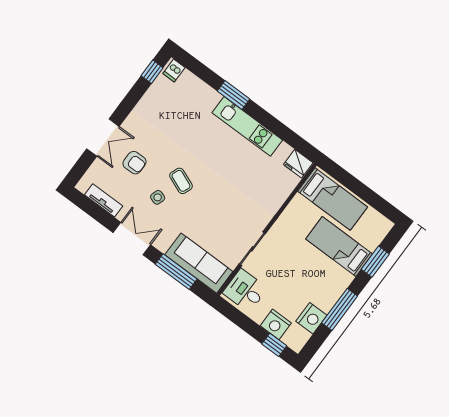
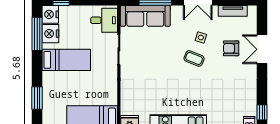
bed: (339, 246) -> (66, 60), moved
window: (340, 309) -> (37, 34), moved
nightstand: (276, 324) -> (50, 14), moved, turned -90

